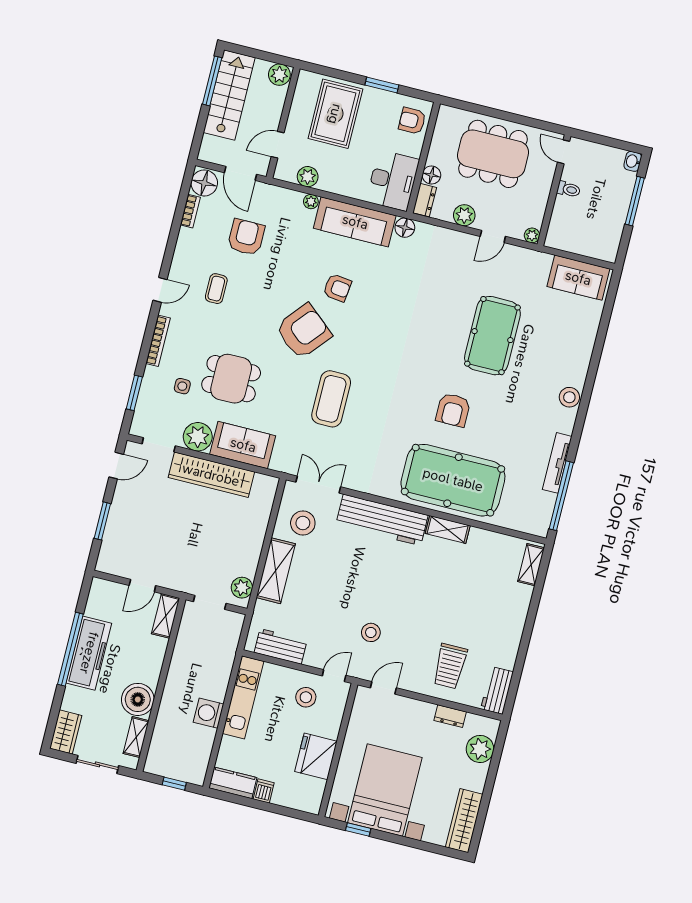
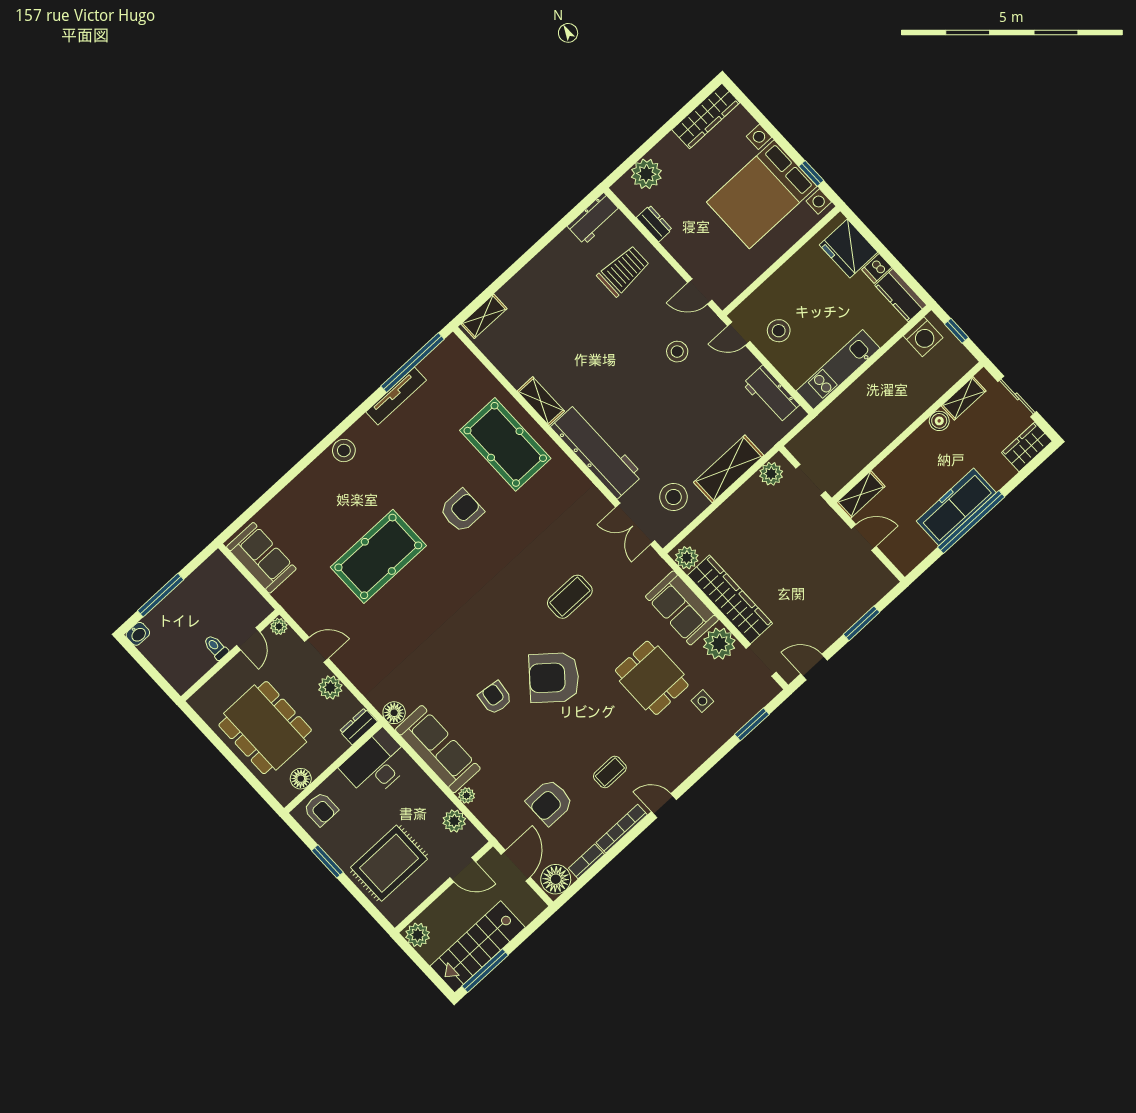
door: (564, 152) -> (248, 639), moved
floor lamp: (431, 175) -> (301, 779), moved
bookcase: (158, 341) -> (622, 829), moved
coffee table: (331, 399) -> (570, 597), width x0.73, depth x0.76
pool table: (453, 480) -> (505, 444), width x0.73, depth x0.76
plant: (264, 485) -> (687, 558), added
boiler: (138, 699) -> (939, 421), width x0.54, depth x0.54
washing machine: (208, 713) -> (923, 337), moved
fridge: (316, 756) -> (849, 249), moved, turned 90

